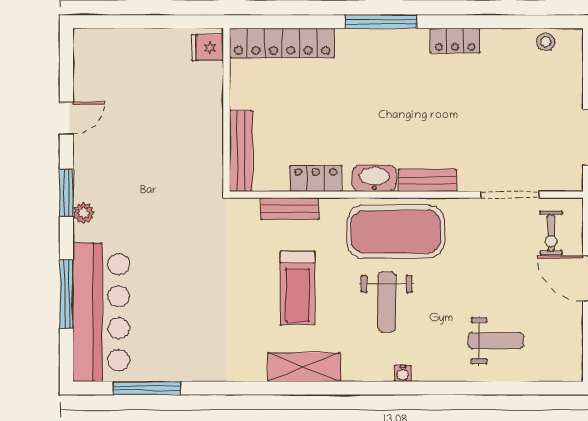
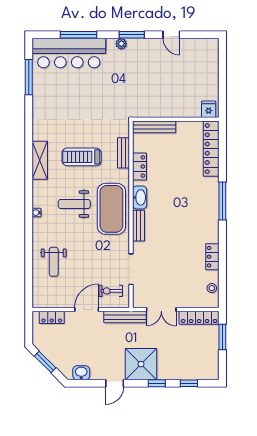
locker: (455, 41) -> (212, 257), moved

